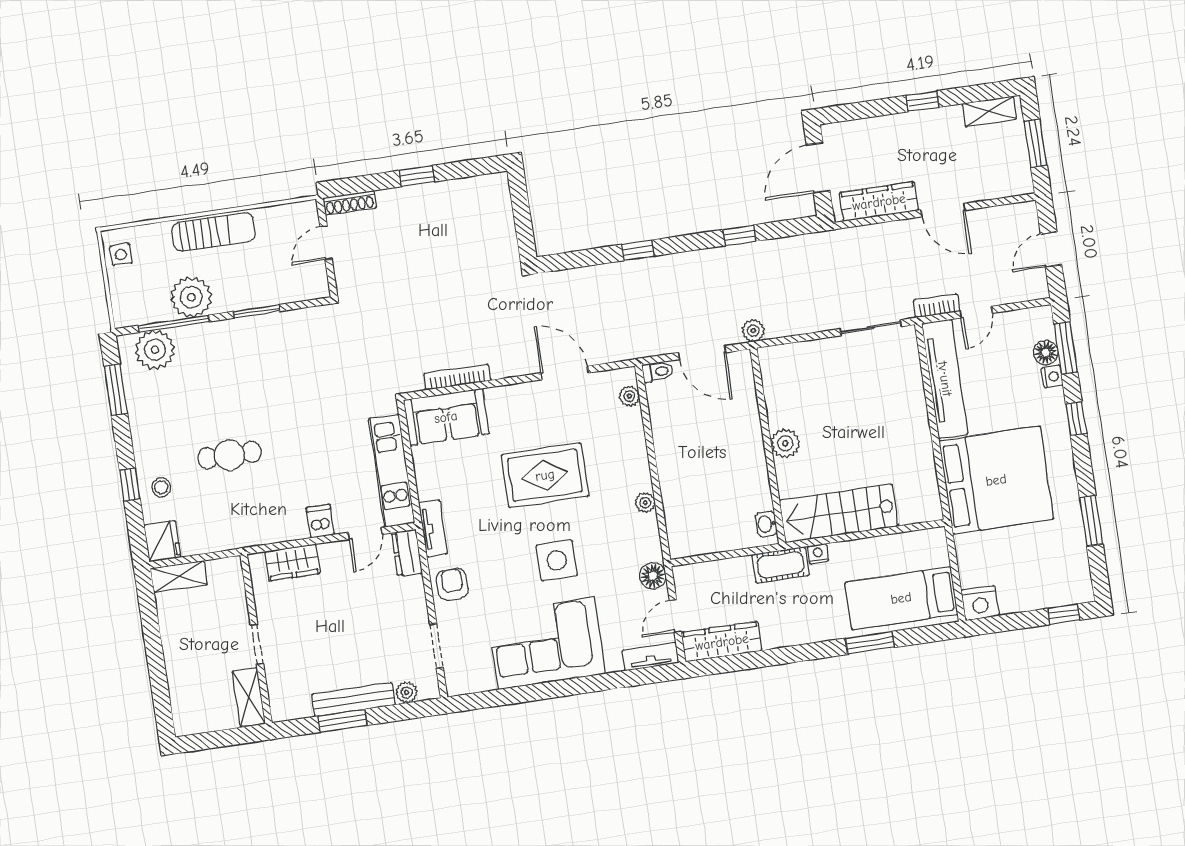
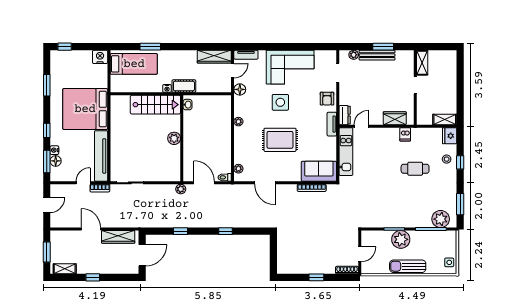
plant: (191, 297) -> (401, 239), moved
dishwasher: (320, 521) -> (405, 134), moved

